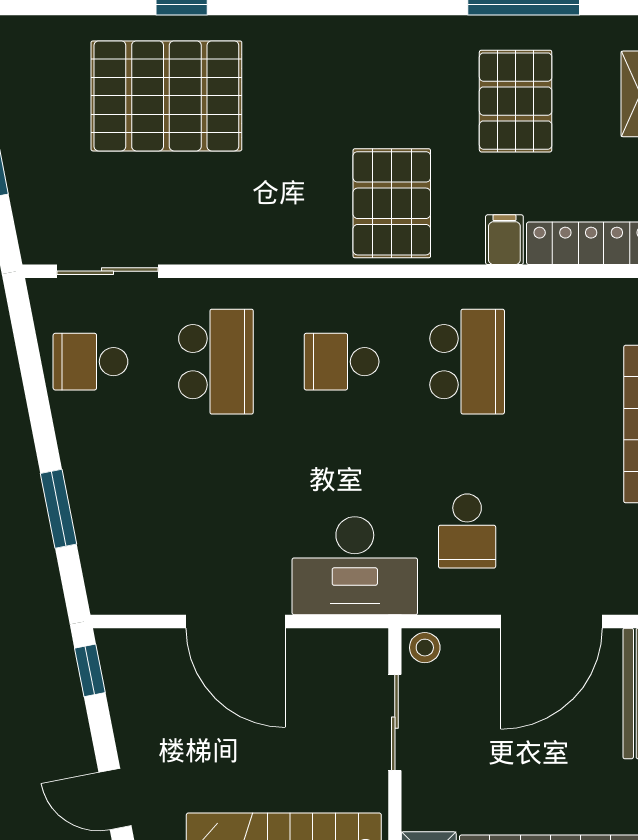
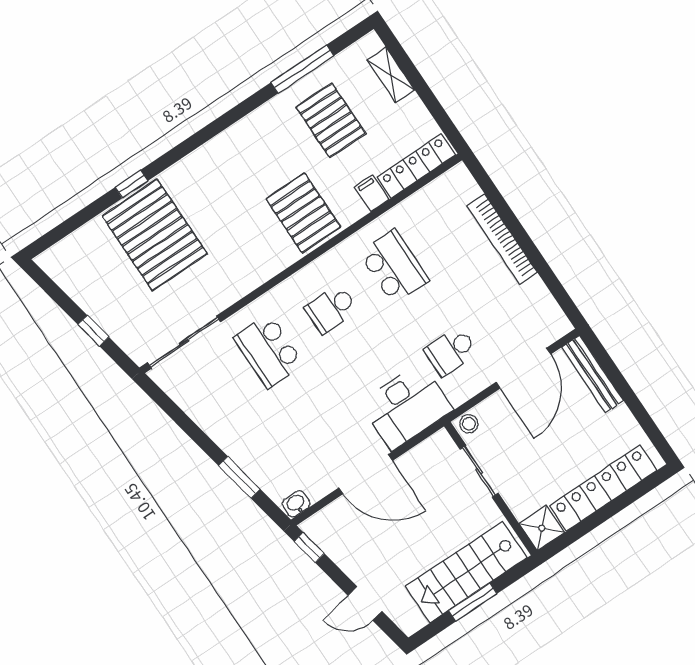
pallet: (166, 96) -> (155, 235), turned 90
sliding door: (108, 271) -> (184, 342), width x1.37
school desk: (90, 362) -> (206, 393), removed
school desk: (216, 362) -> (269, 351), turned 180
school desk: (467, 531) -> (451, 351), turned 90
washbasin: (112, 598) -> (296, 504), added

